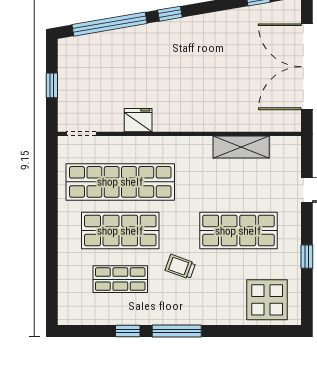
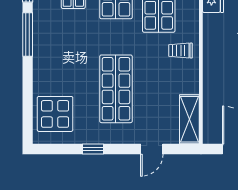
shelving: (241, 147) -> (189, 119), moved
trolley: (180, 267) -> (180, 51), moved, turned -110

